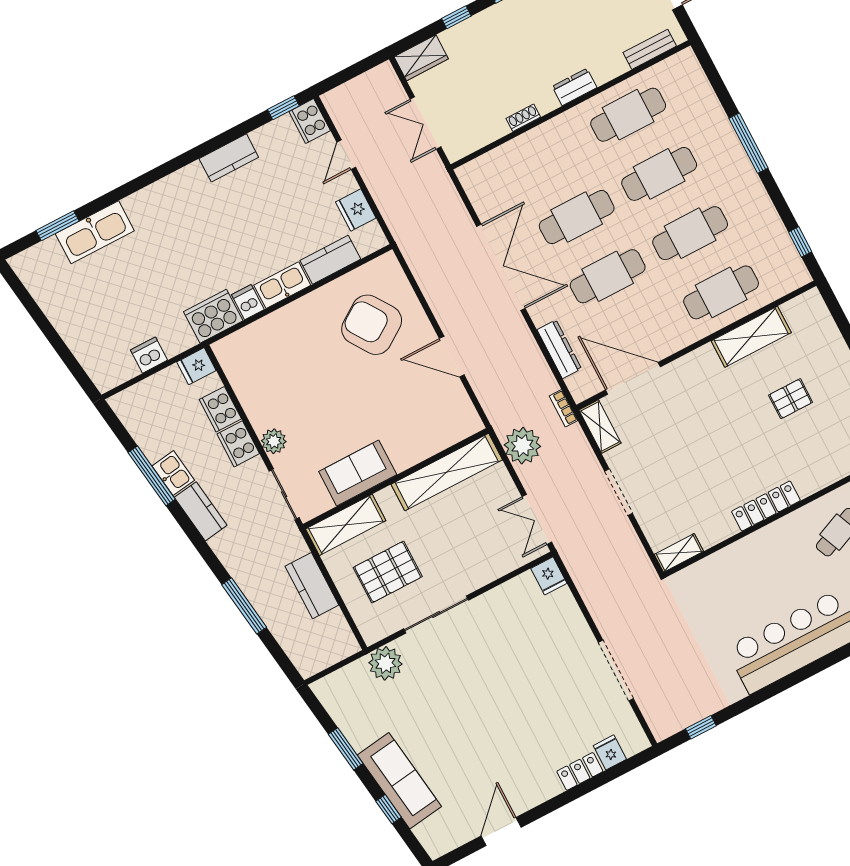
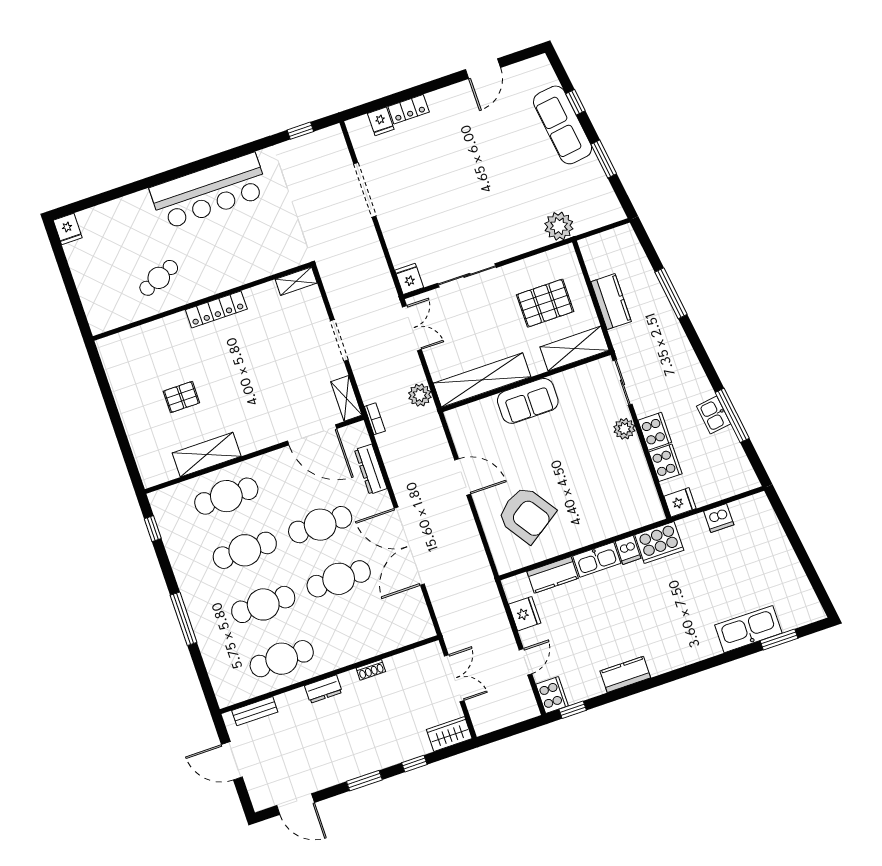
plant: (522, 446) -> (420, 395), width x0.73, depth x0.73
sofa: (358, 473) -> (528, 401), moved
kitchen counter: (201, 511) -> (695, 379), removed
sliding door: (436, 614) -> (467, 275), moved

